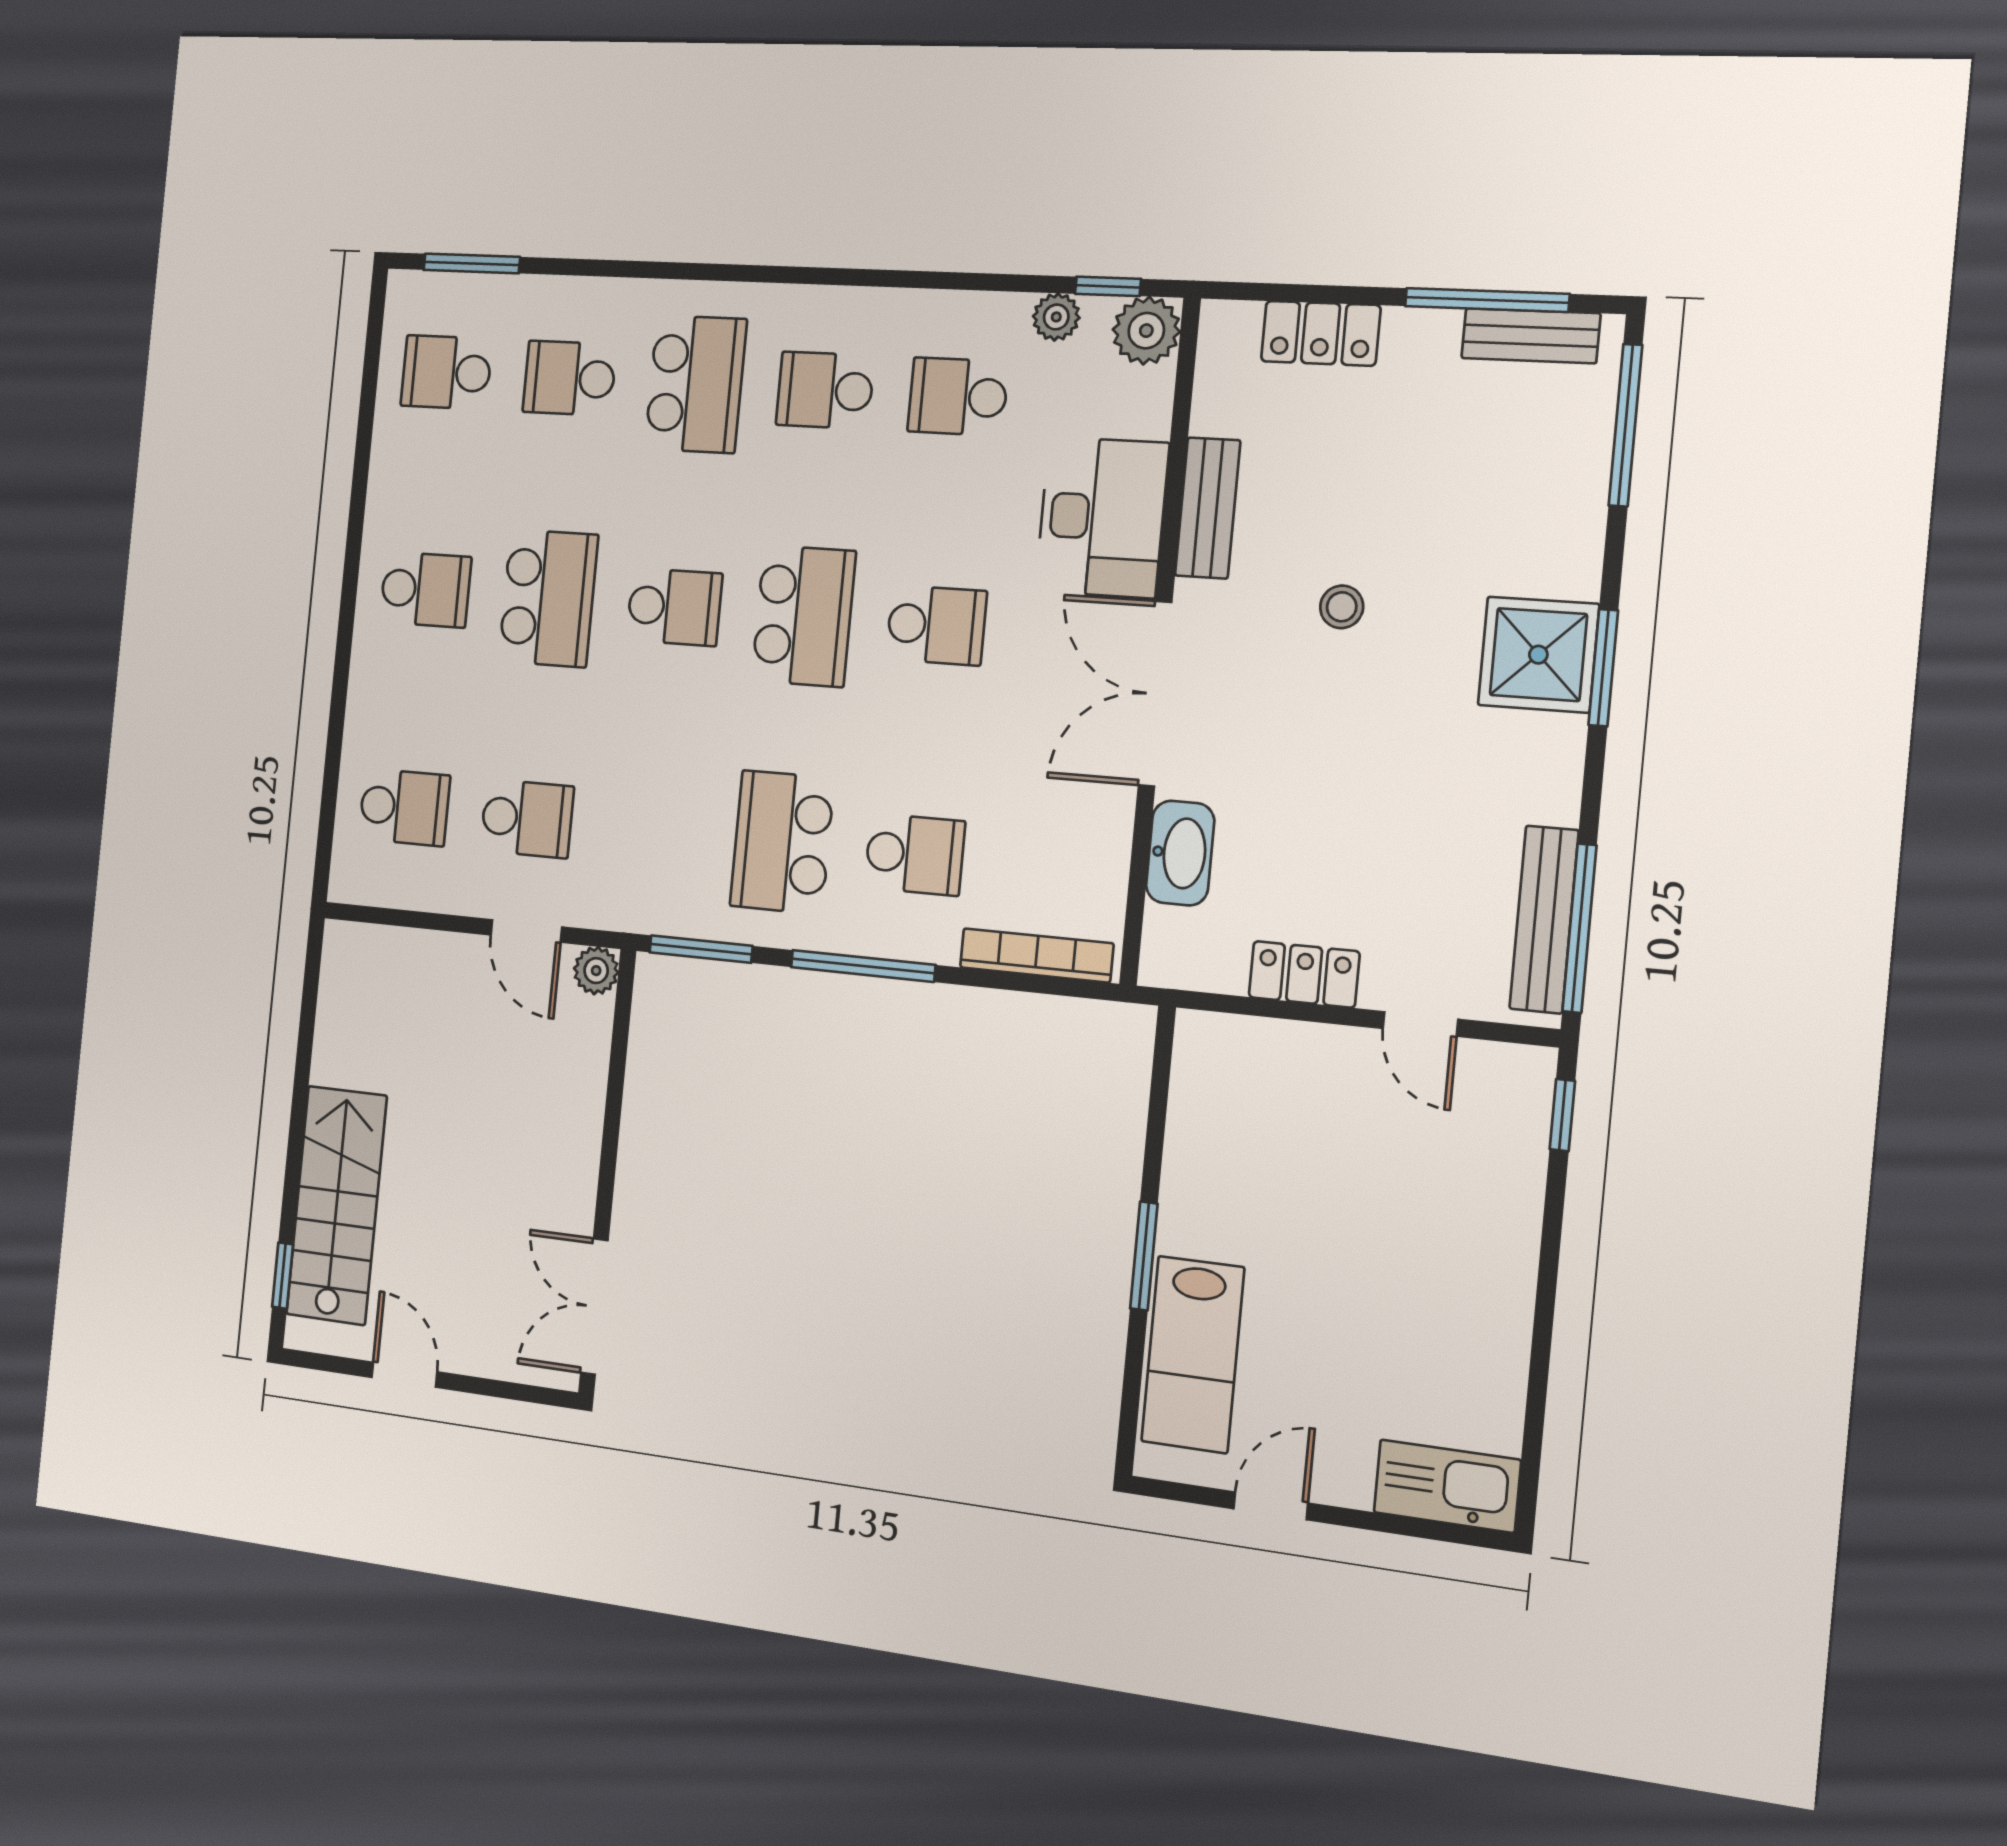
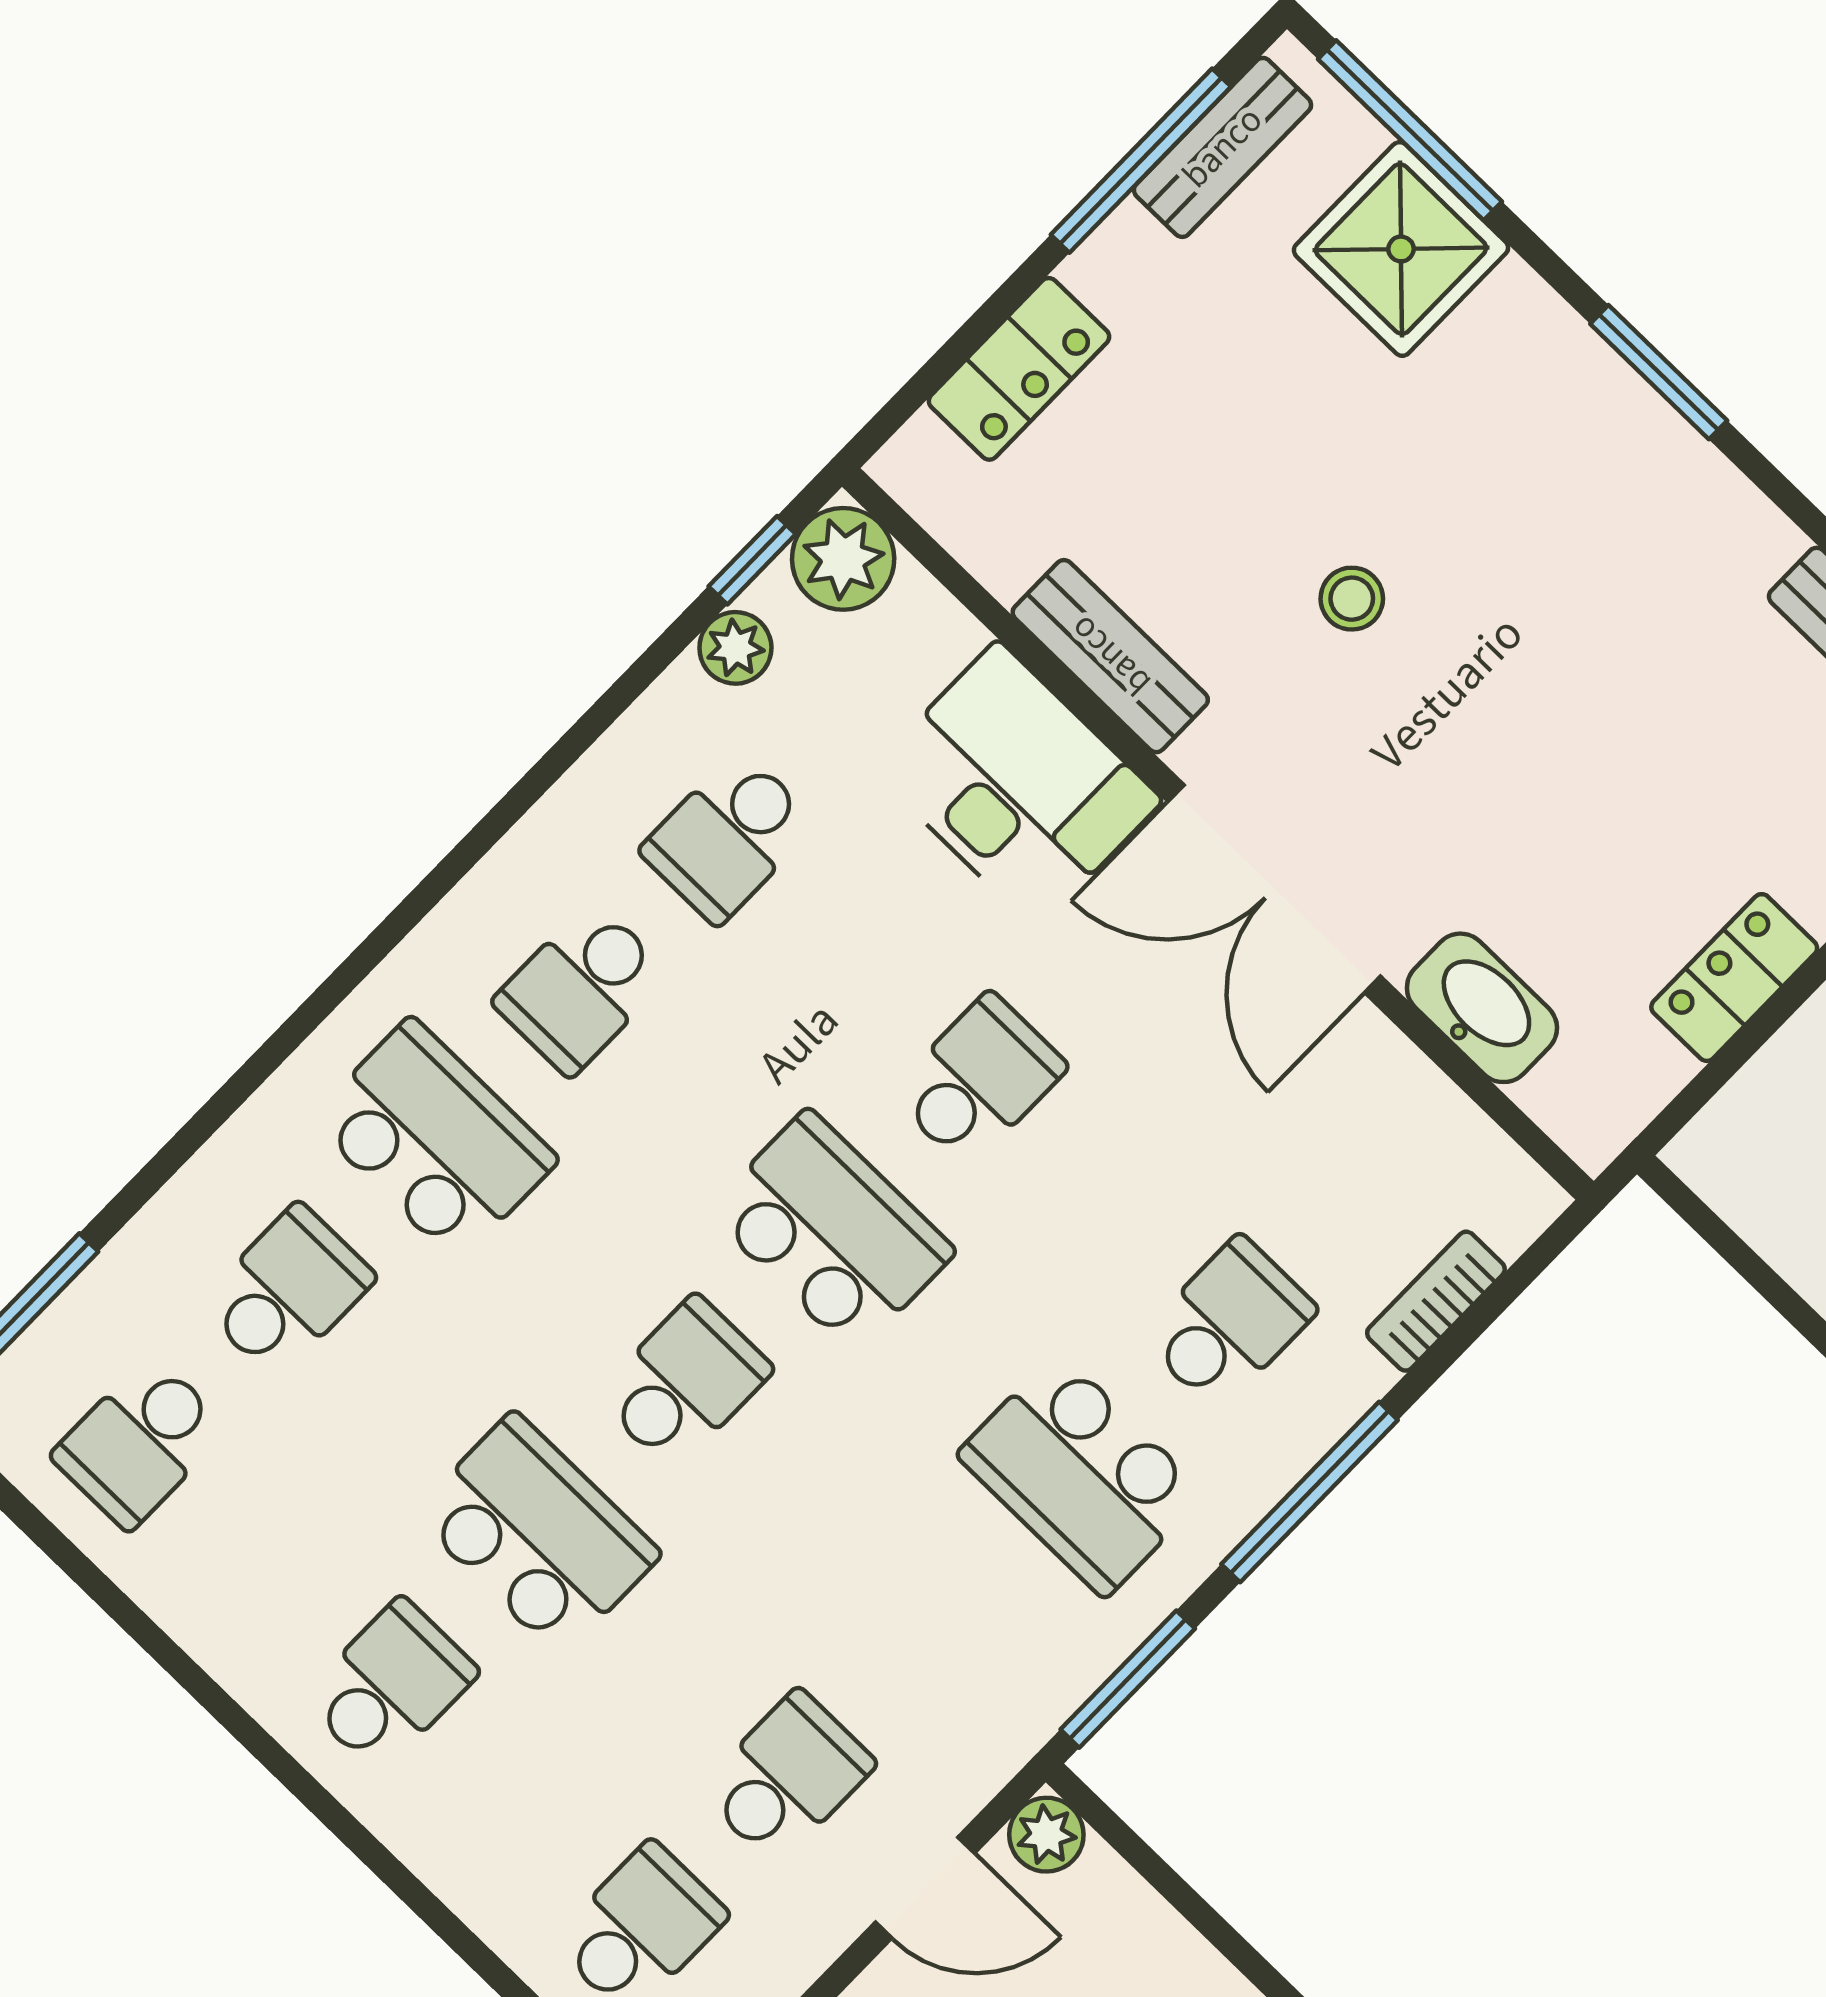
school desk: (569, 378) -> (287, 1291), turned 180
shower: (1538, 655) -> (1401, 249), moved
bookcase: (1036, 955) -> (1436, 1301), width x0.64

